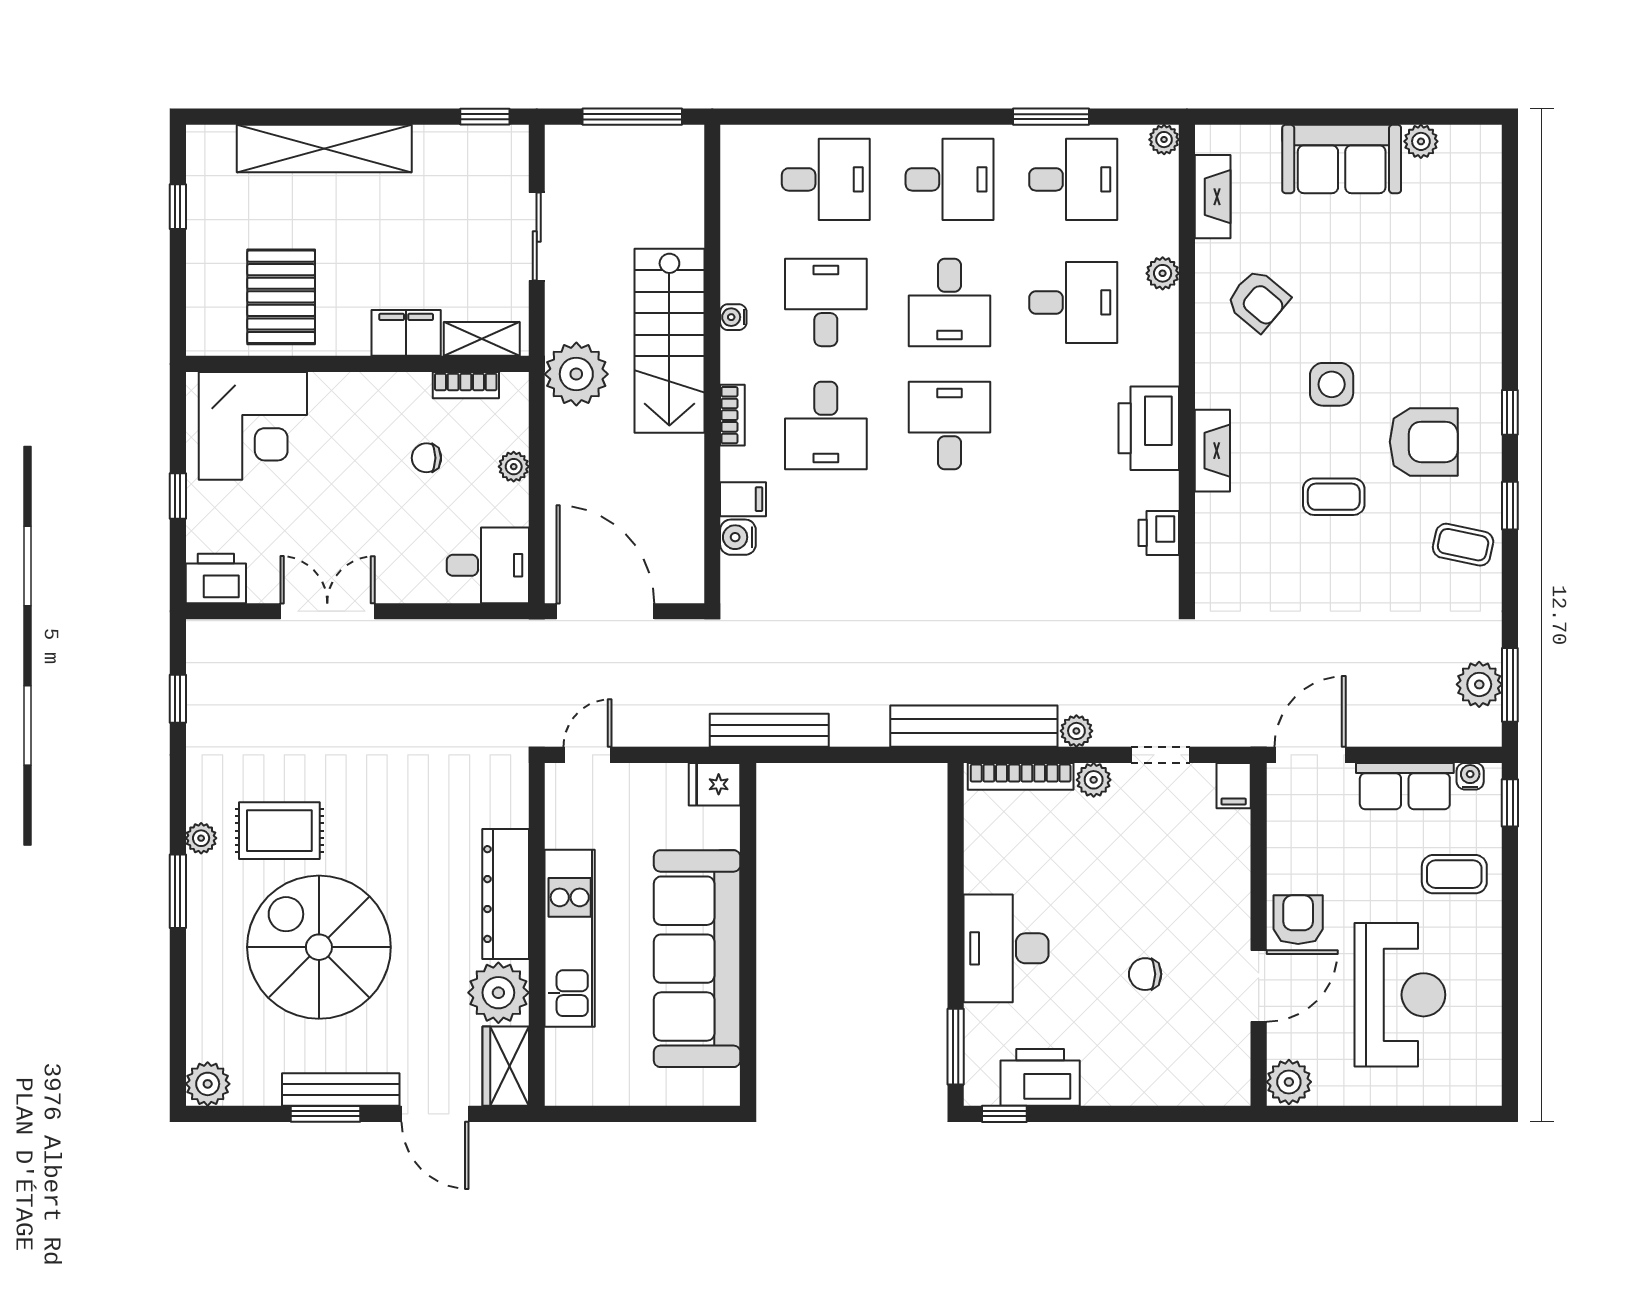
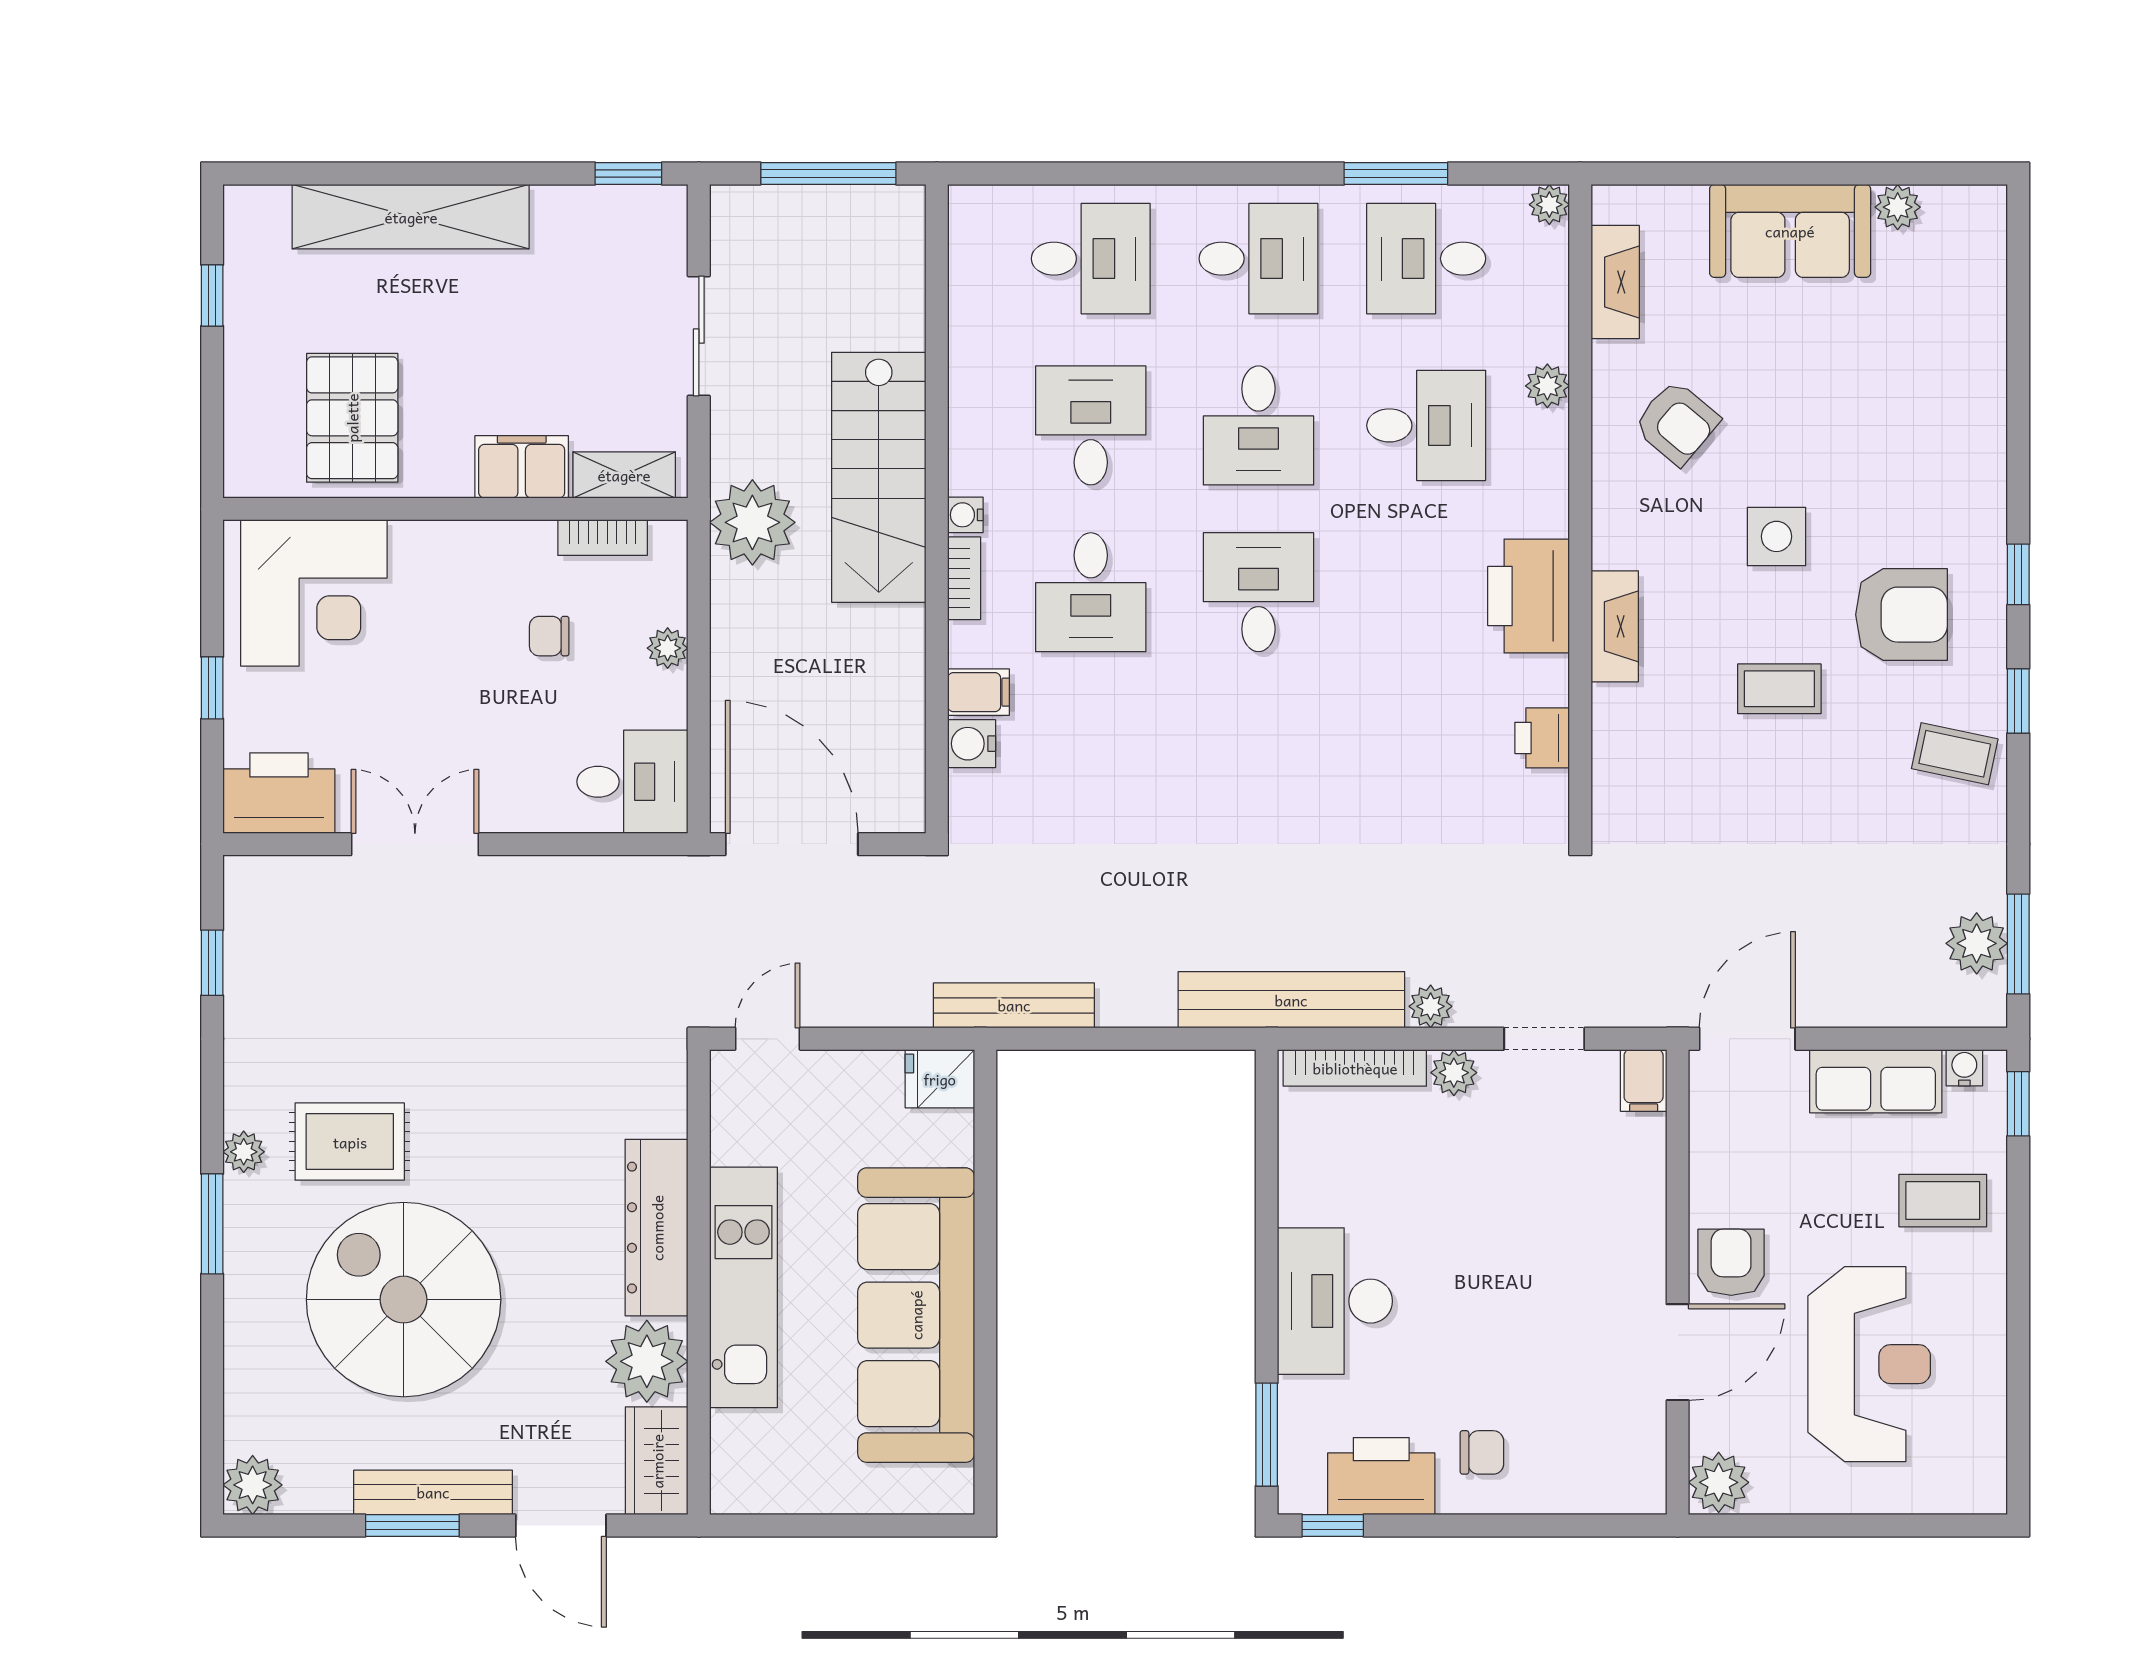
desk: (1073, 179) -> (1426, 259), turned 180
water cooler: (733, 317) -> (965, 515), moved
printer: (216, 578) -> (279, 793), width x1.37, depth x1.19
chair: (1145, 974) -> (1482, 1452), moved, turned 180

